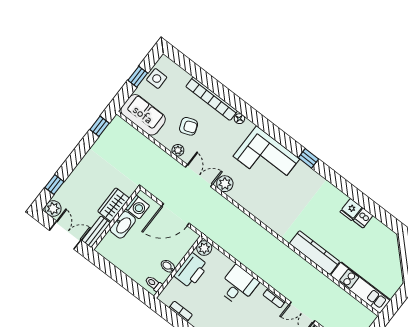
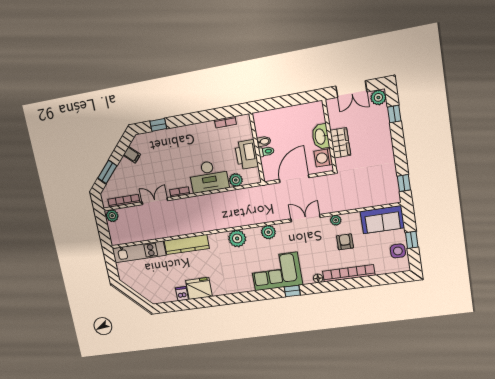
armchair: (189, 126) -> (345, 242), turned 111
window: (308, 158) -> (292, 291), moved
double door: (199, 176) -> (305, 218), swing flipped
plant: (225, 184) -> (268, 232), moved
fridge: (351, 209) -> (199, 288), width x1.88, depth x1.34
plant: (269, 215) -> (237, 238), added
bench: (96, 232) -> (333, 113), removed
plant: (204, 248) -> (236, 180), moved
toilet: (154, 283) -> (266, 151), moved
desk: (238, 286) -> (209, 176), width x1.37

